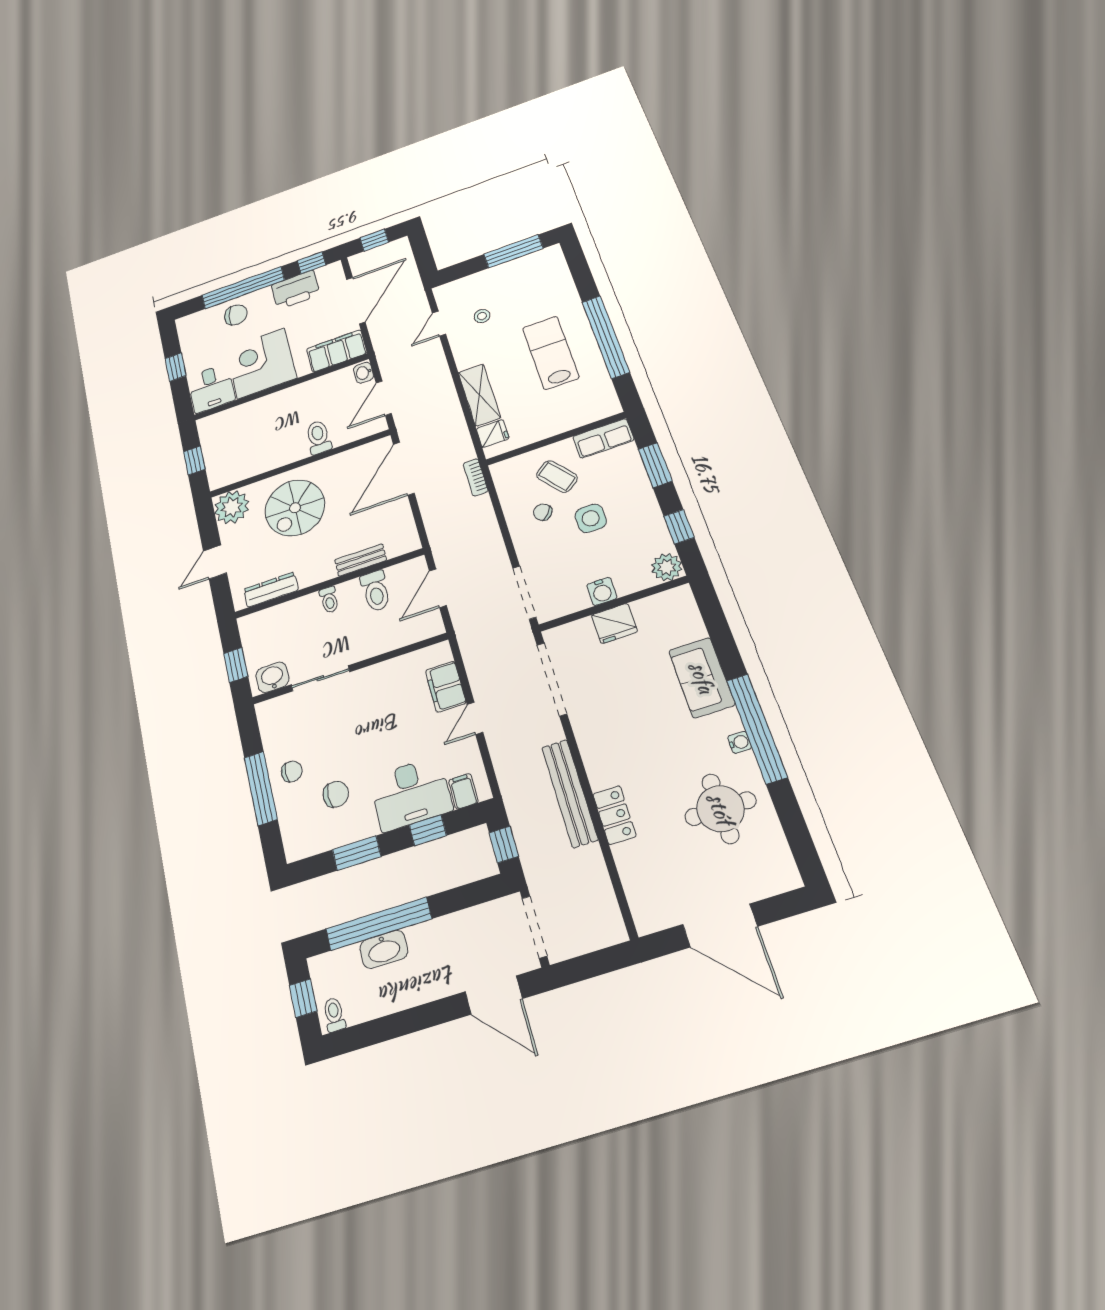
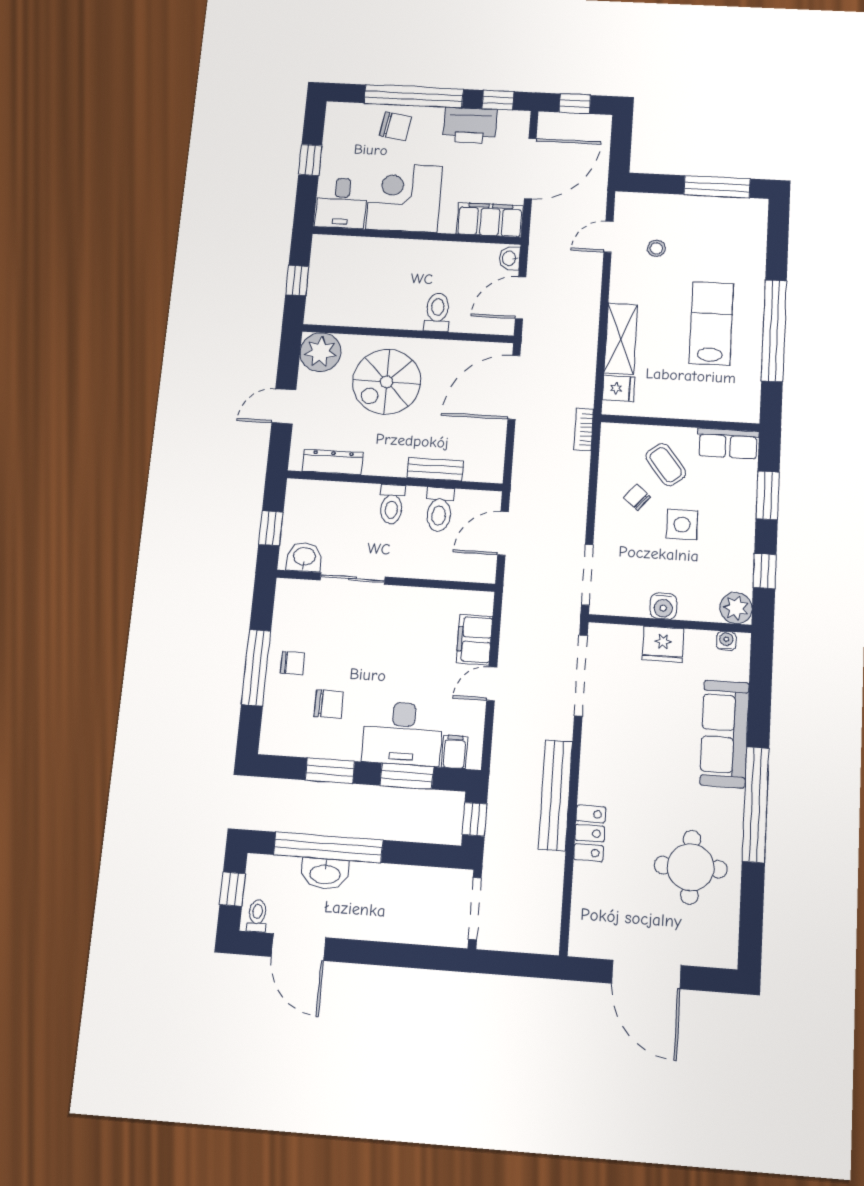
toilet: (329, 600) -> (392, 504), width x1.37, depth x1.39
sofa: (702, 678) -> (725, 734), width x1.36
water cooler: (740, 742) -> (726, 641), moved, turned -90
window: (428, 830) -> (407, 776), width x1.50
door: (494, 995) -> (298, 947), moved

